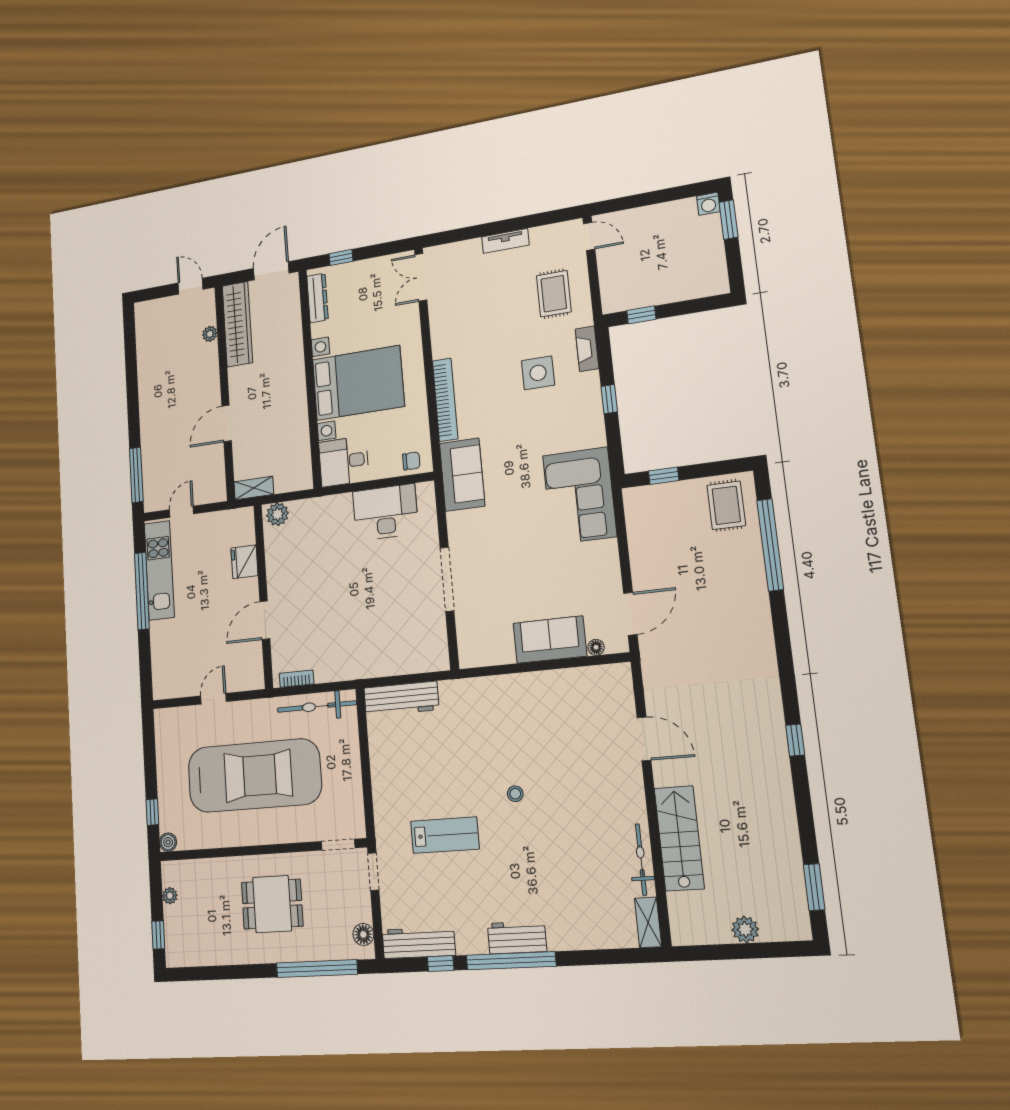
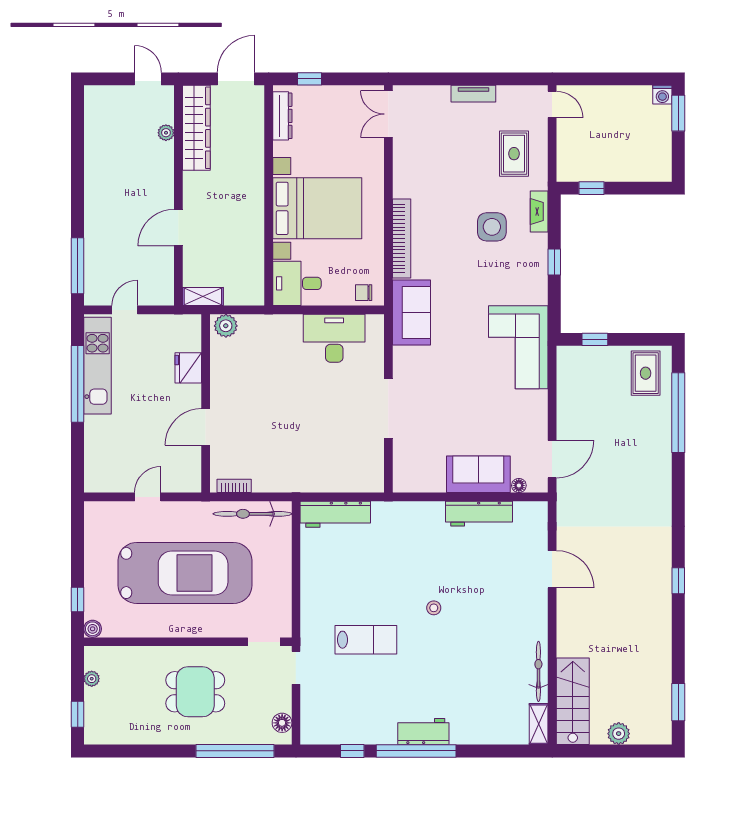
chair: (411, 461) -> (364, 293), turned 180
stairs: (679, 838) -> (573, 701), moved
workbench: (419, 943) -> (479, 514), moved, turned 180

